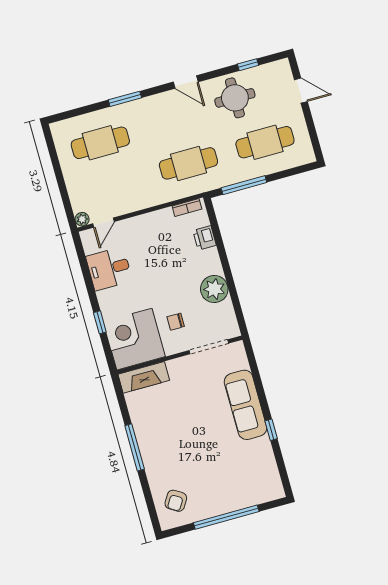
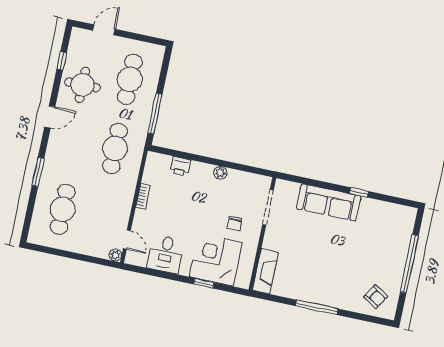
bookcase: (187, 207) -> (143, 196), moved
plant: (214, 289) -> (220, 173), width x0.53, depth x0.53
corner desk: (134, 339) -> (216, 260), moved, turned 90

